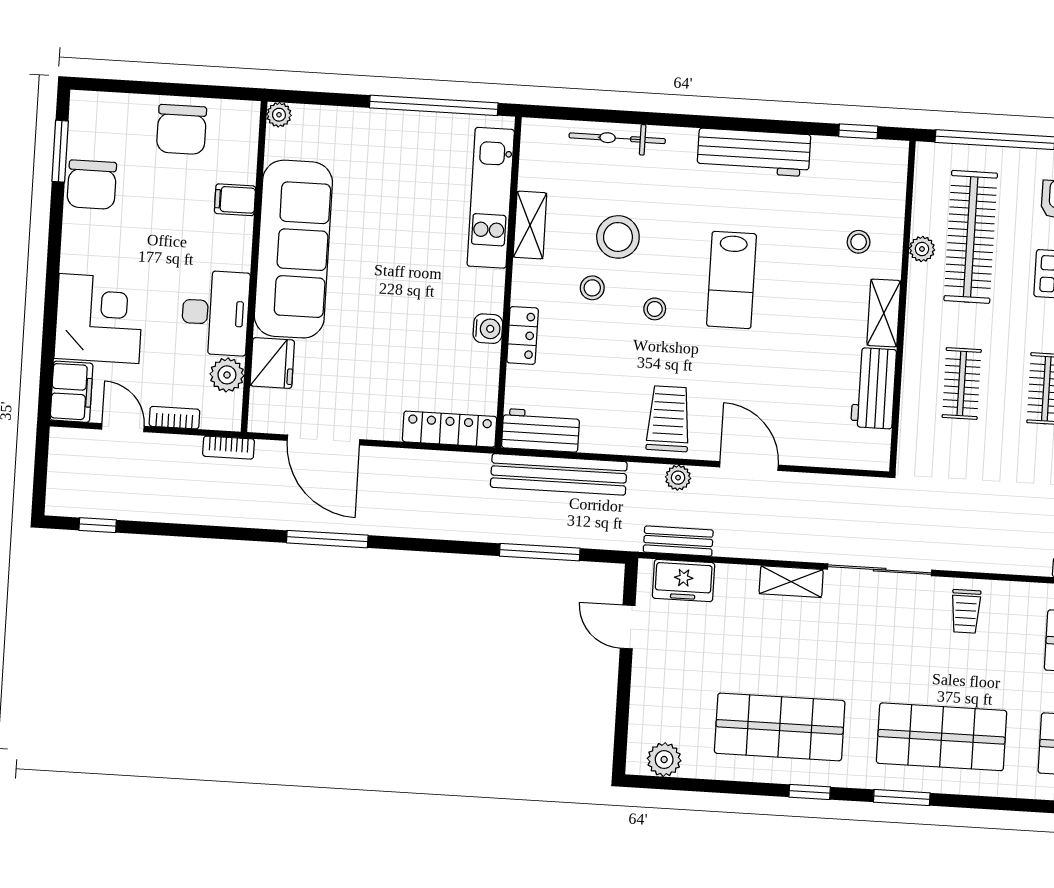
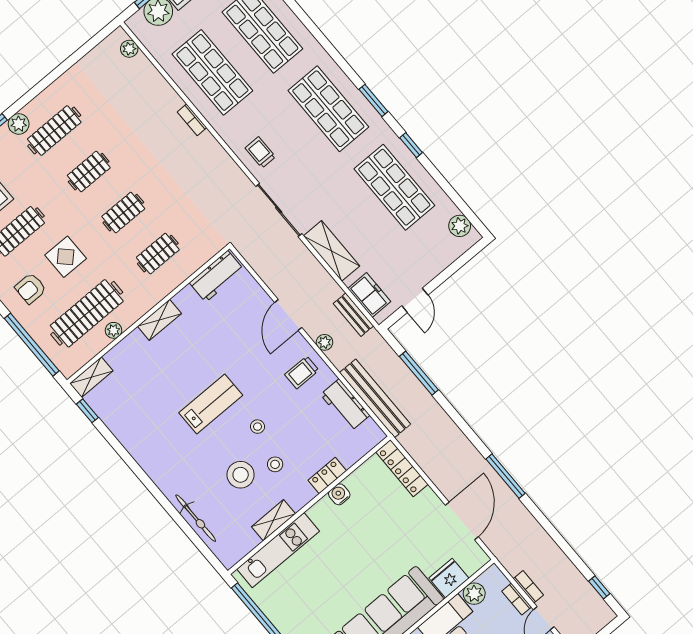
workbench: (754, 152) -> (143, 449), removed
shelving: (893, 173) -> (91, 377), added
stool: (859, 242) -> (138, 362), removed
workbench: (874, 388) -> (217, 276), moved
trolley: (668, 419) -> (302, 372), width x0.73, depth x0.72
workbench: (541, 430) -> (345, 405), moved
bookcase: (229, 448) -> (528, 587), moved
shelving: (791, 582) -> (331, 251), width x1.50, depth x1.33
trolley: (966, 611) -> (260, 152), turned -90

